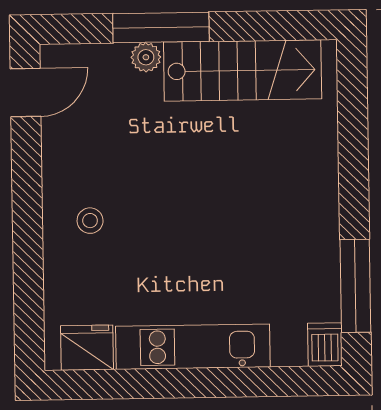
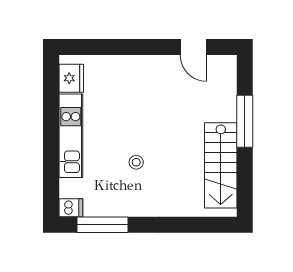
plant: (146, 57) -> (229, 113), removed
door: (25, 93) -> (193, 47), moved
stool: (90, 221) -> (136, 162), moved

